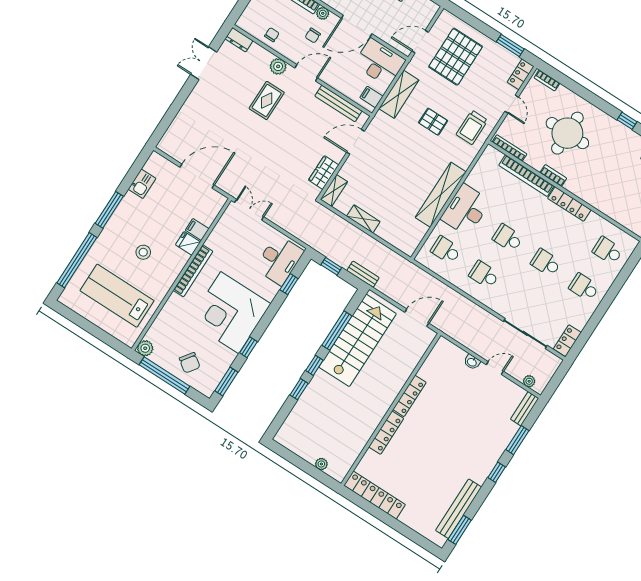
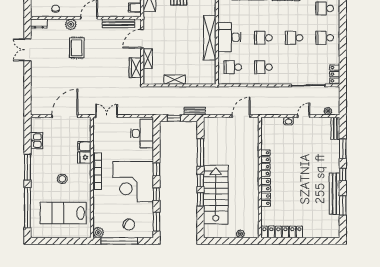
shelving: (334, 190) -> (148, 59), moved
window: (289, 284) -> (156, 169), moved
stairs: (358, 340) -> (216, 195), moved
bench: (459, 509) -> (334, 194), moved
window: (460, 530) -> (343, 205), moved

